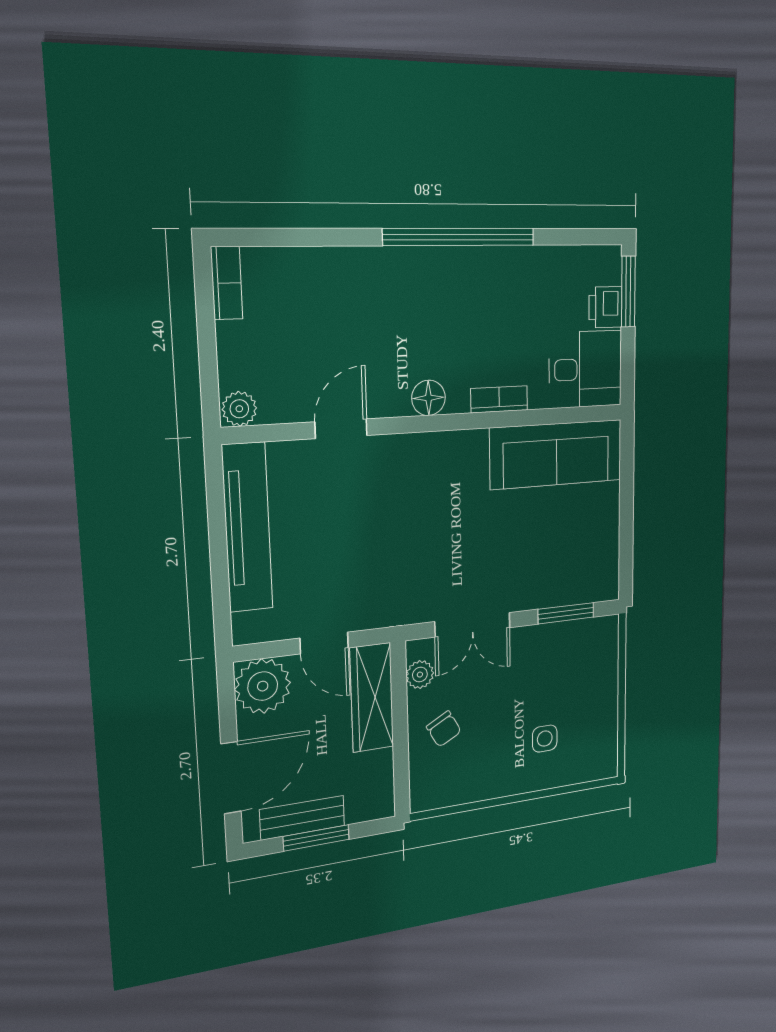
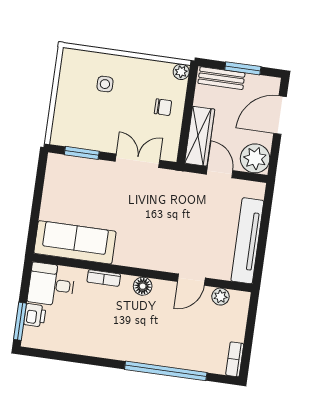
window: (460, 237) -> (166, 371), moved
plant: (239, 409) -> (220, 297), moved
plant: (420, 675) -> (181, 72), moved
chair: (444, 729) -> (163, 107), turned 119
bench: (302, 818) -> (221, 78), moved

